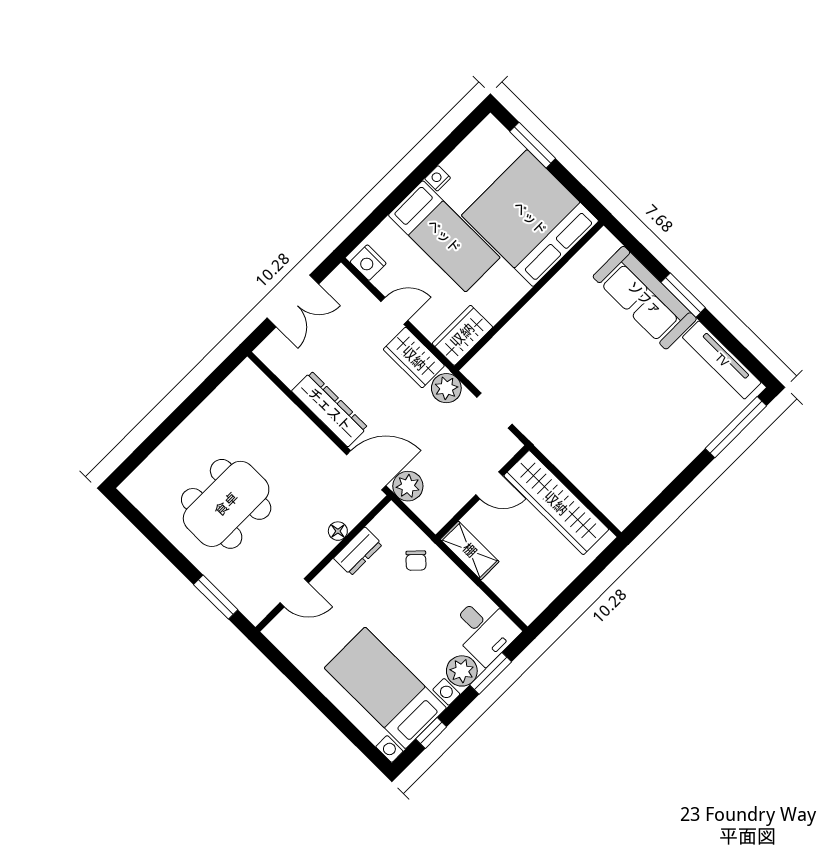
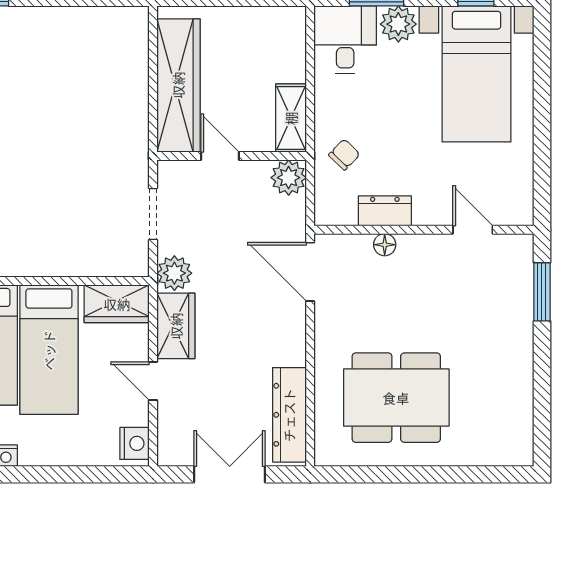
bed: (444, 236) -> (49, 350), moved, turned 180
dresser: (330, 409) -> (289, 415), moved
plant: (408, 486) -> (289, 178), moved
dining table: (226, 504) -> (396, 398), moved

